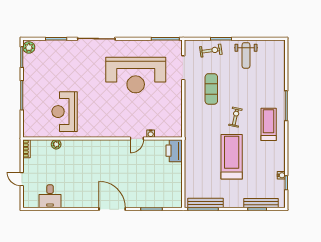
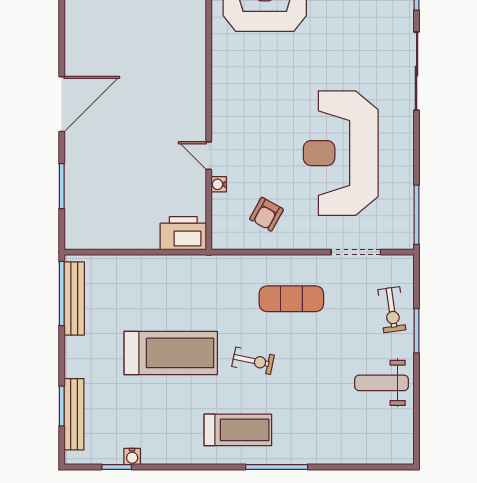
exercise mat: (211, 89) -> (291, 299), moved
armchair: (165, 111) -> (266, 214), added

